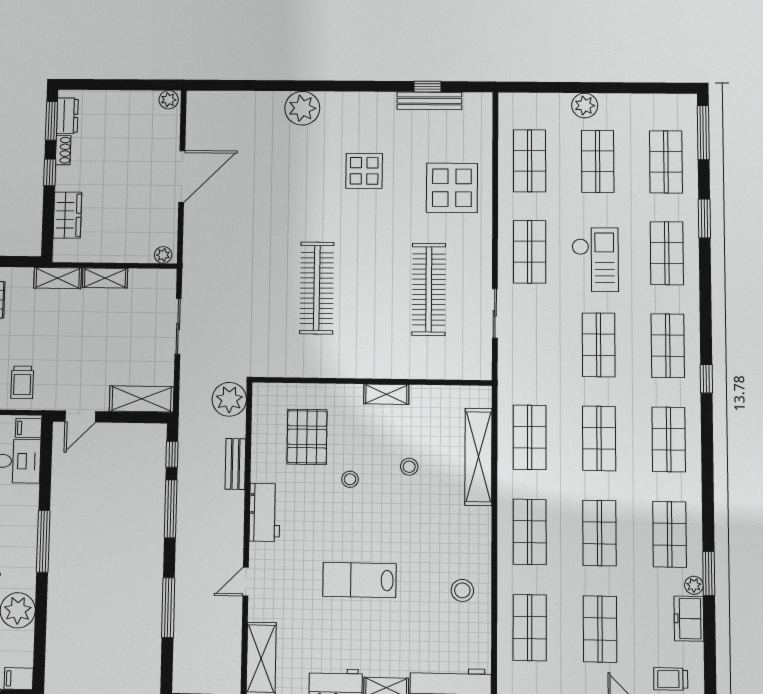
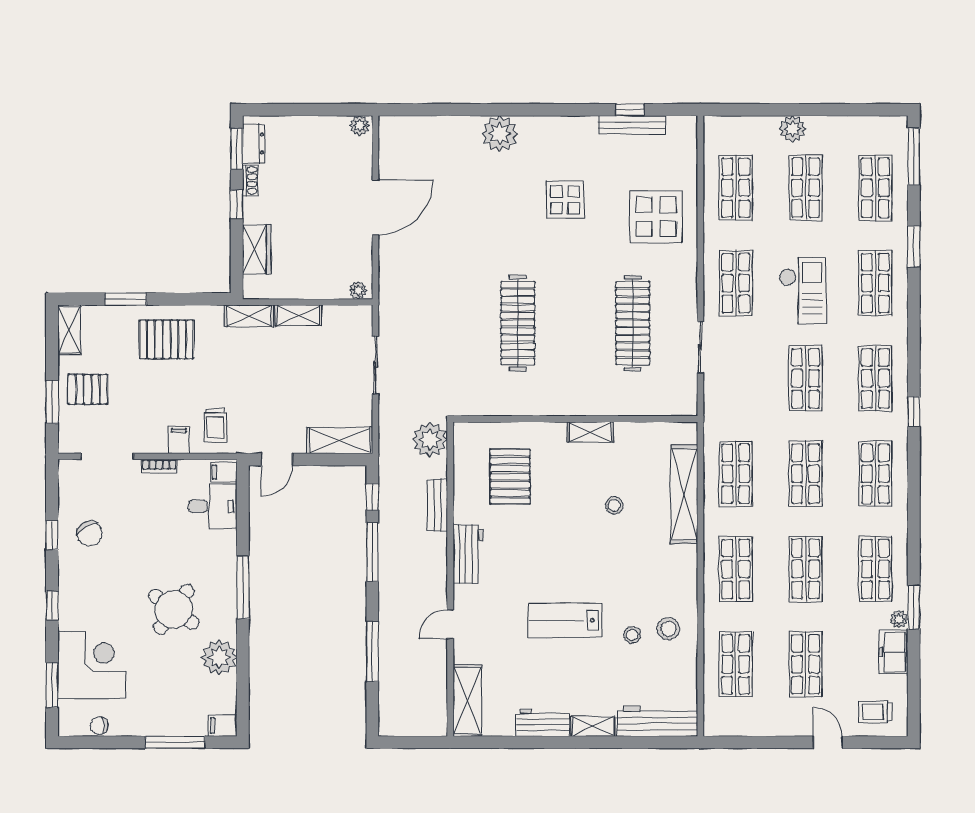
stool: (350, 479) -> (632, 635), moved

